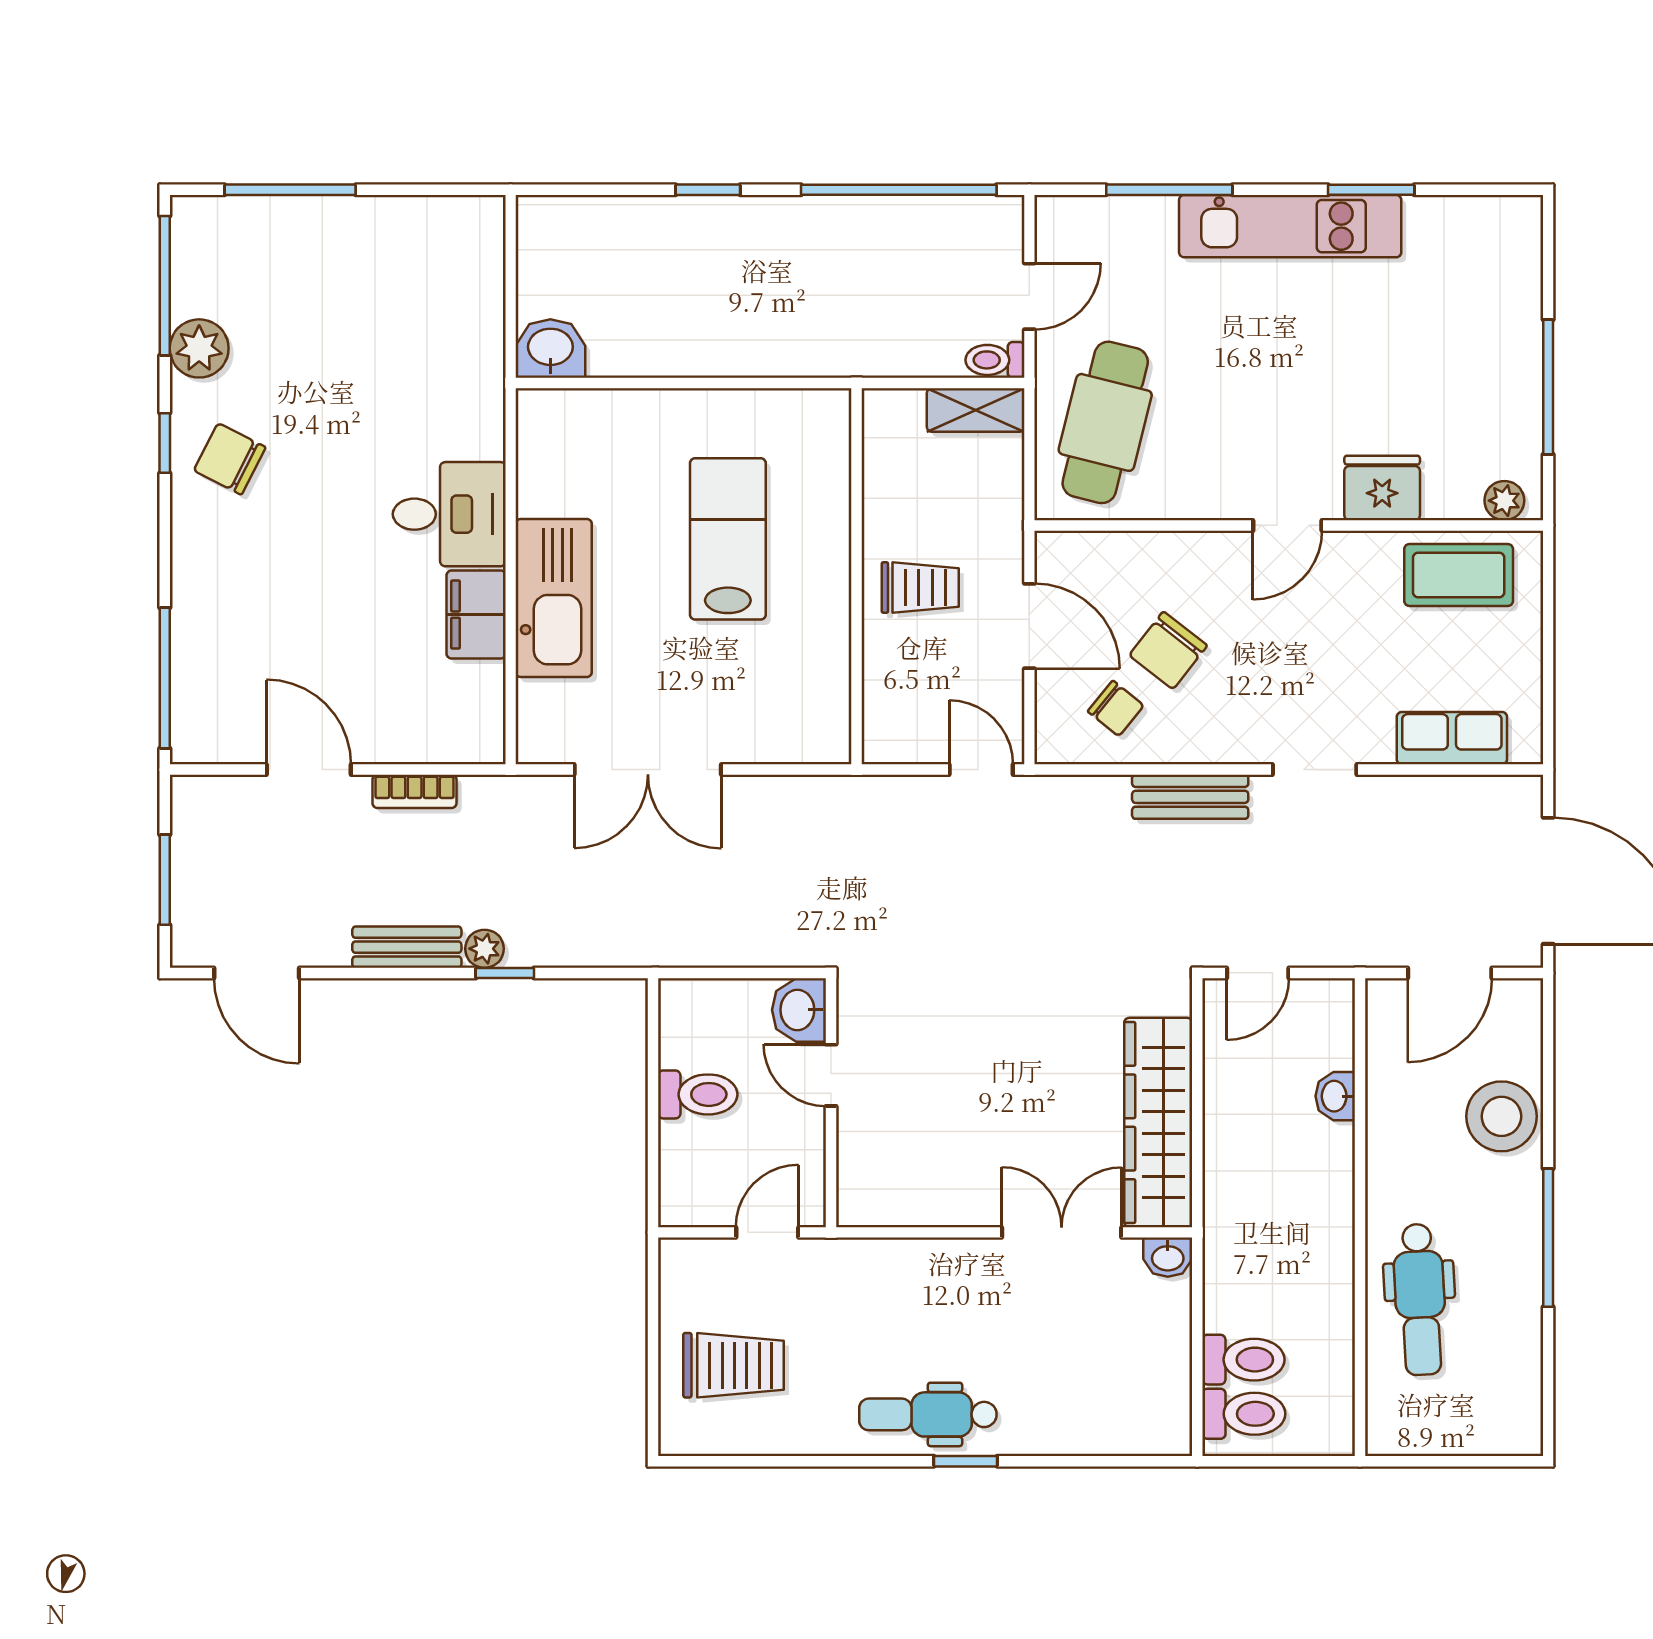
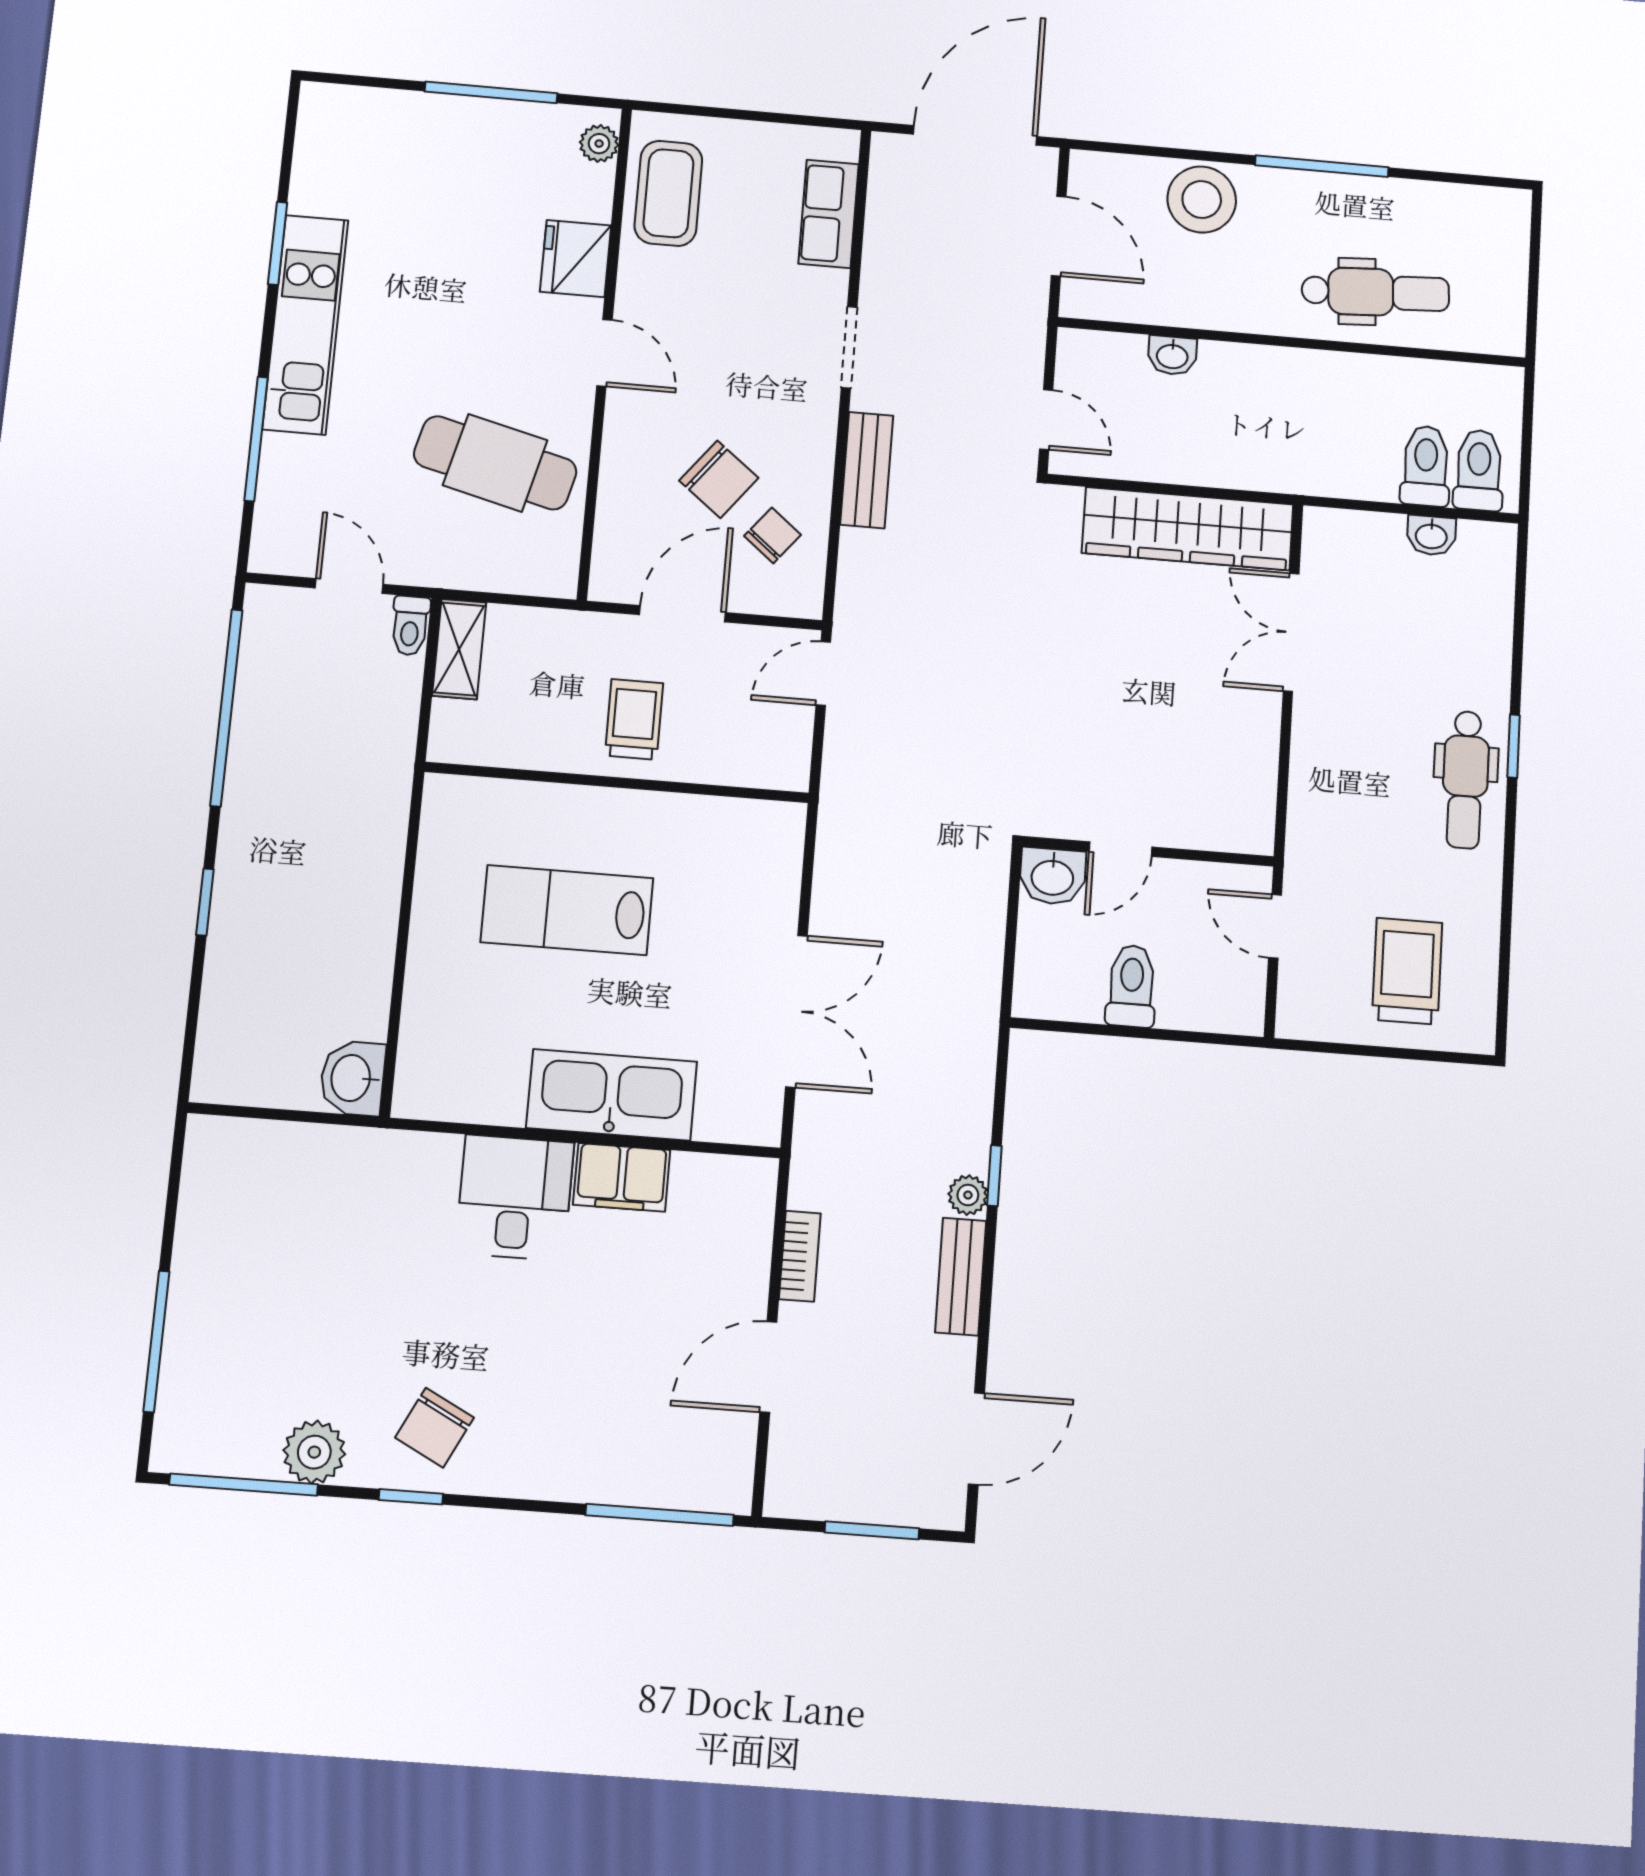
cafe table: (1105, 422) -> (495, 463), moved
washbasin: (1168, 1257) -> (1431, 535), moved, turned 90

